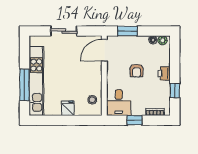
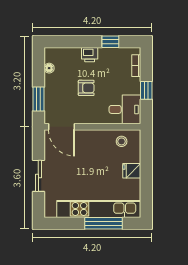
plant: (163, 40) -> (50, 56), removed

